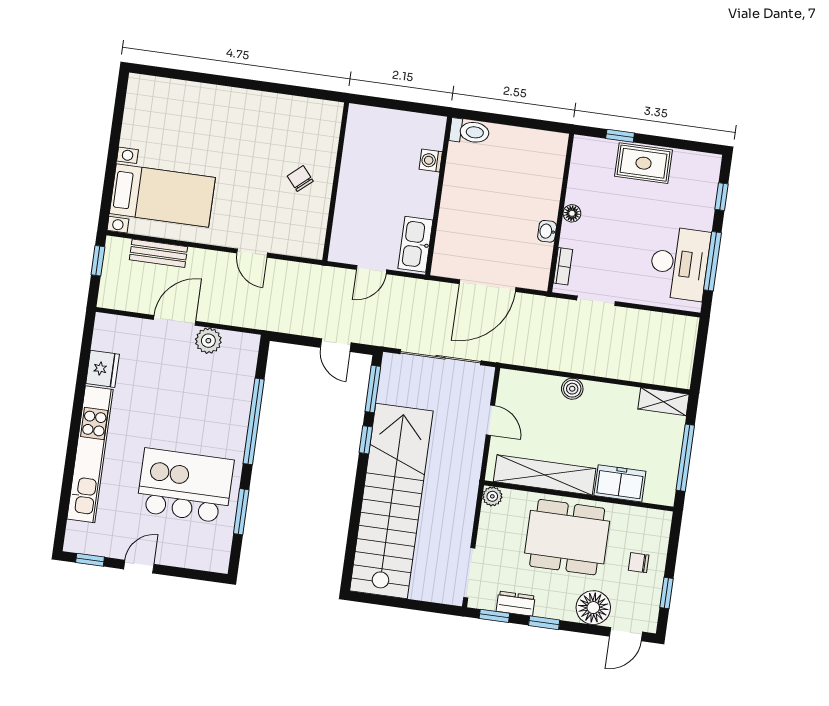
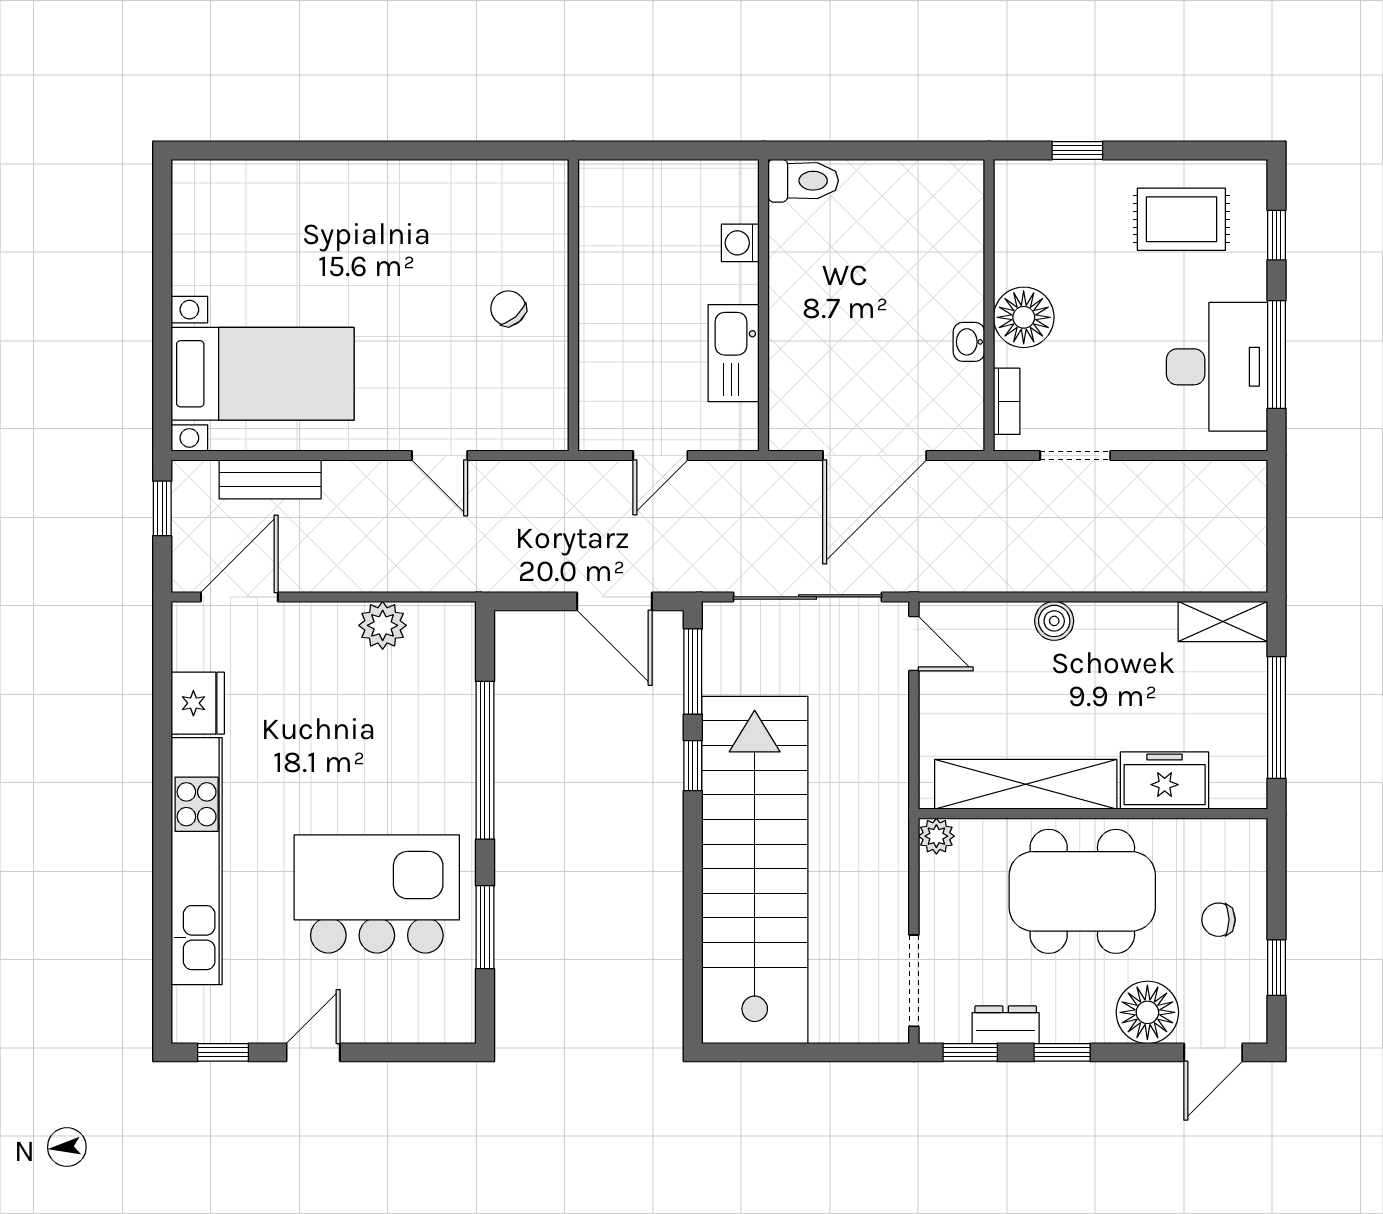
rug: (644, 163) -> (1181, 219), moved
floor lamp: (572, 213) -> (1024, 317), width x1.89, depth x1.89
kitchen sink: (415, 244) -> (734, 353), moved
door: (175, 320) -> (239, 597), moved
door: (336, 345) -> (615, 601), width x1.38
door: (490, 420) -> (914, 643), moved

